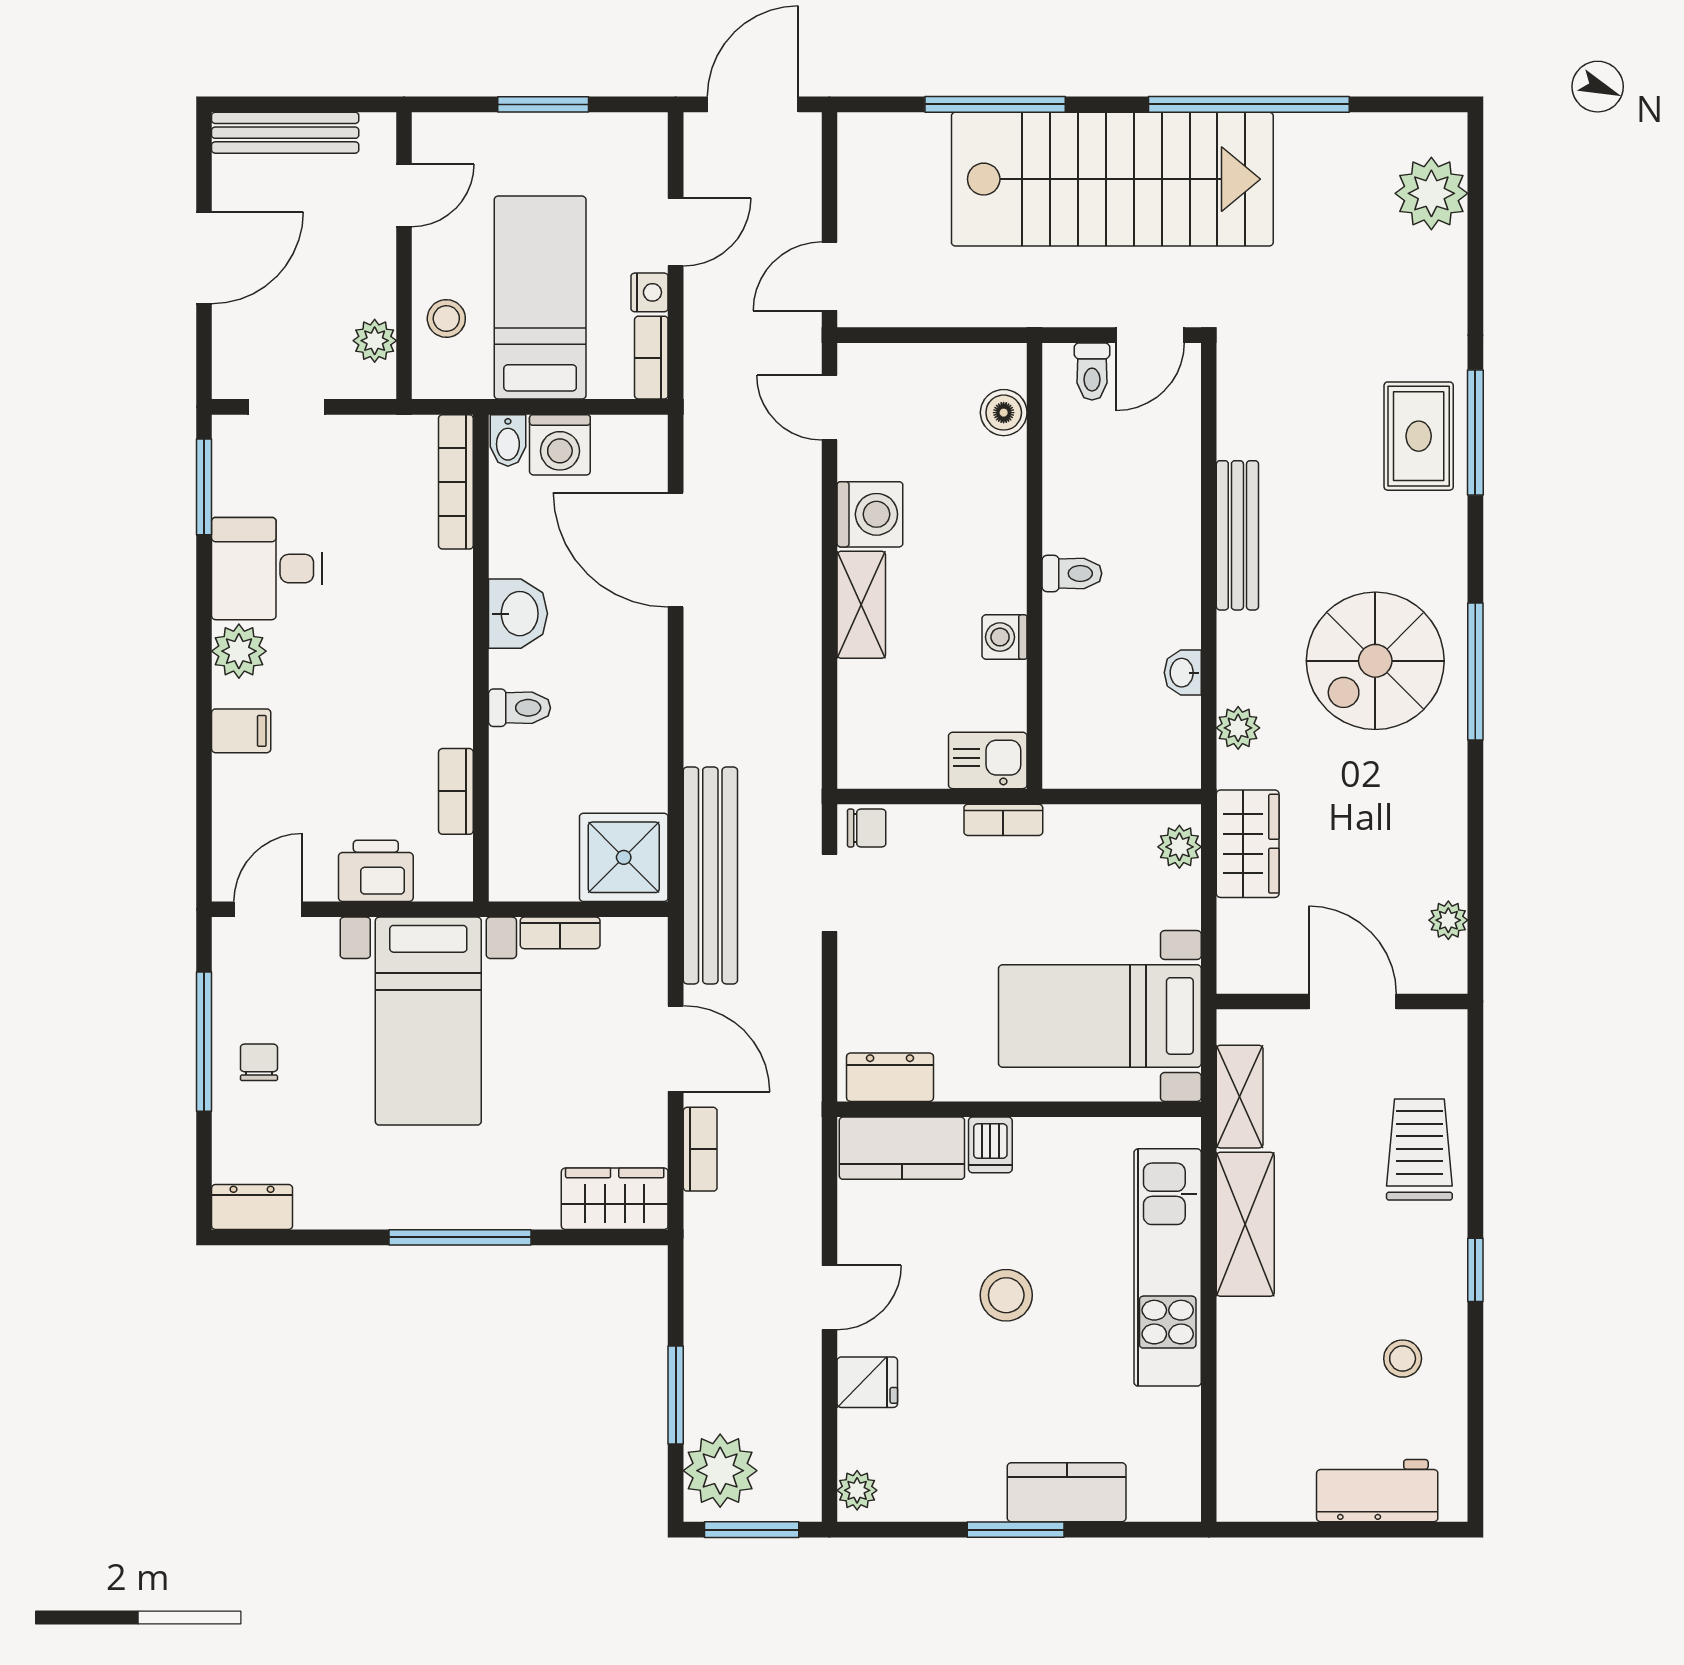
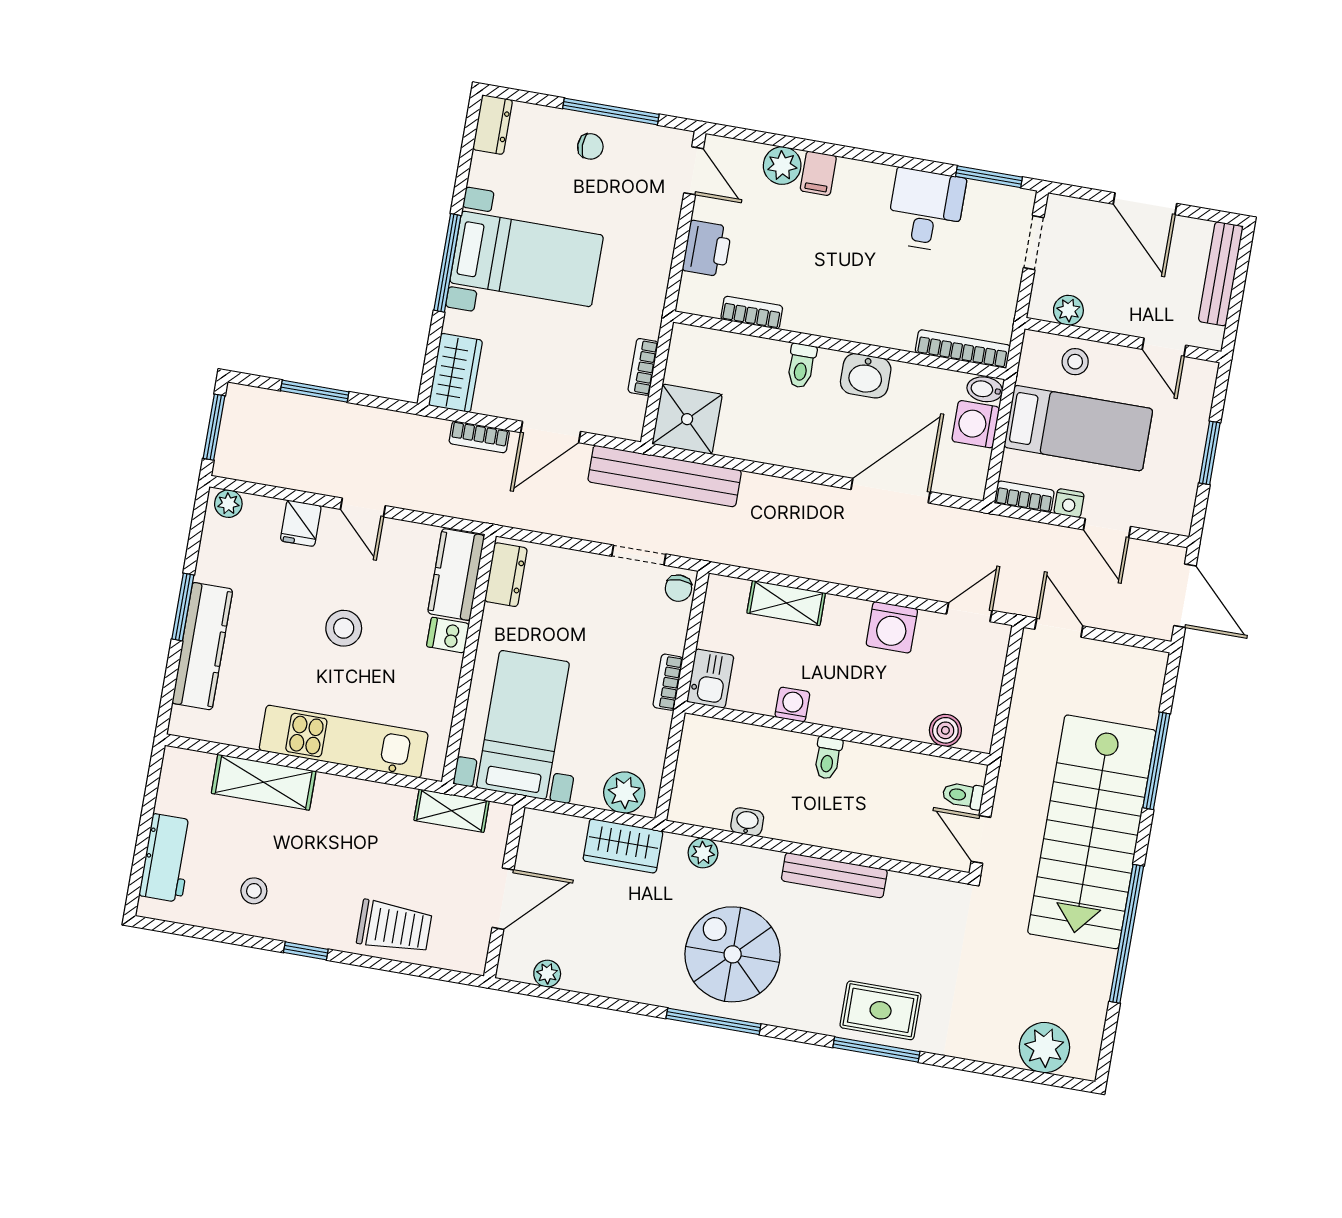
shelving: (861, 605) -> (786, 603), moved
plant: (239, 651) -> (782, 166), moved
plant: (1179, 847) -> (624, 793), width x1.38, depth x1.38
bed with nightstands: (428, 1021) -> (527, 259), moved, turned 180
shelving: (1245, 1224) -> (264, 782), moved
plant: (720, 1471) -> (258, 413), removed
kitchen counter: (1067, 1492) -> (202, 646), width x1.50

